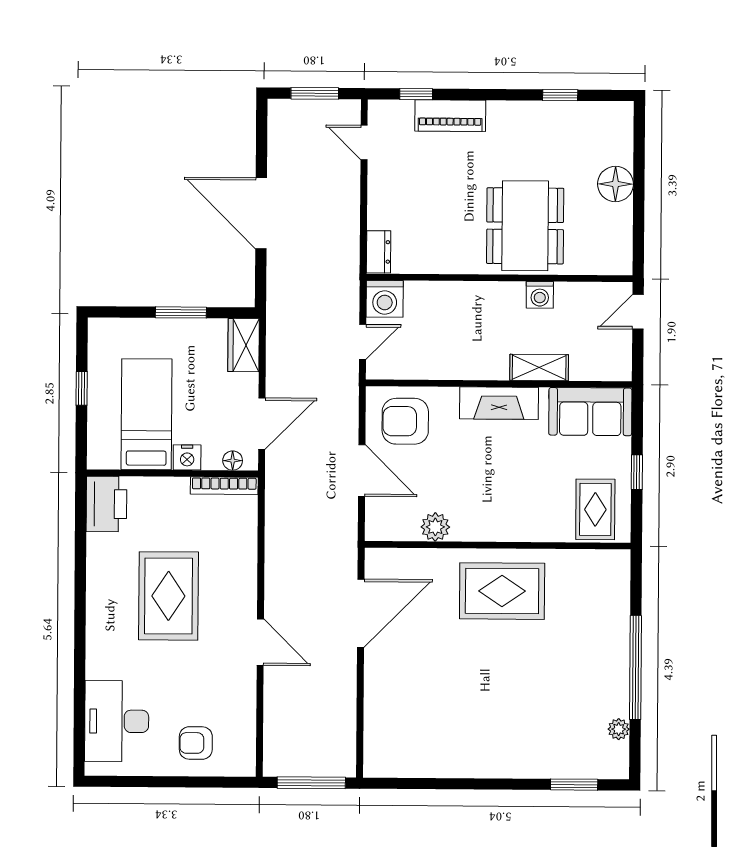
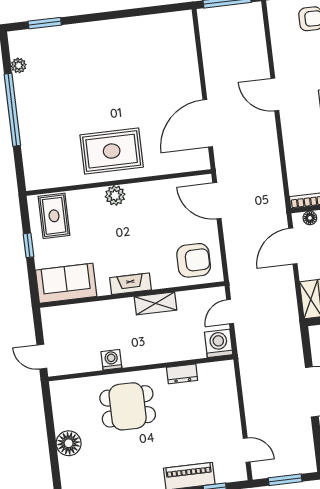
dining table: (525, 226) -> (128, 406), width x0.73
dresser: (379, 252) -> (182, 374), moved, turned -90
door: (638, 312) -> (42, 357), swing flipped
shelving: (539, 367) -> (155, 303), moved
fireplace: (499, 403) -> (131, 284), width x0.73, depth x0.76
door: (362, 471) -> (217, 201), moved
plant: (435, 527) -> (115, 195), moved

